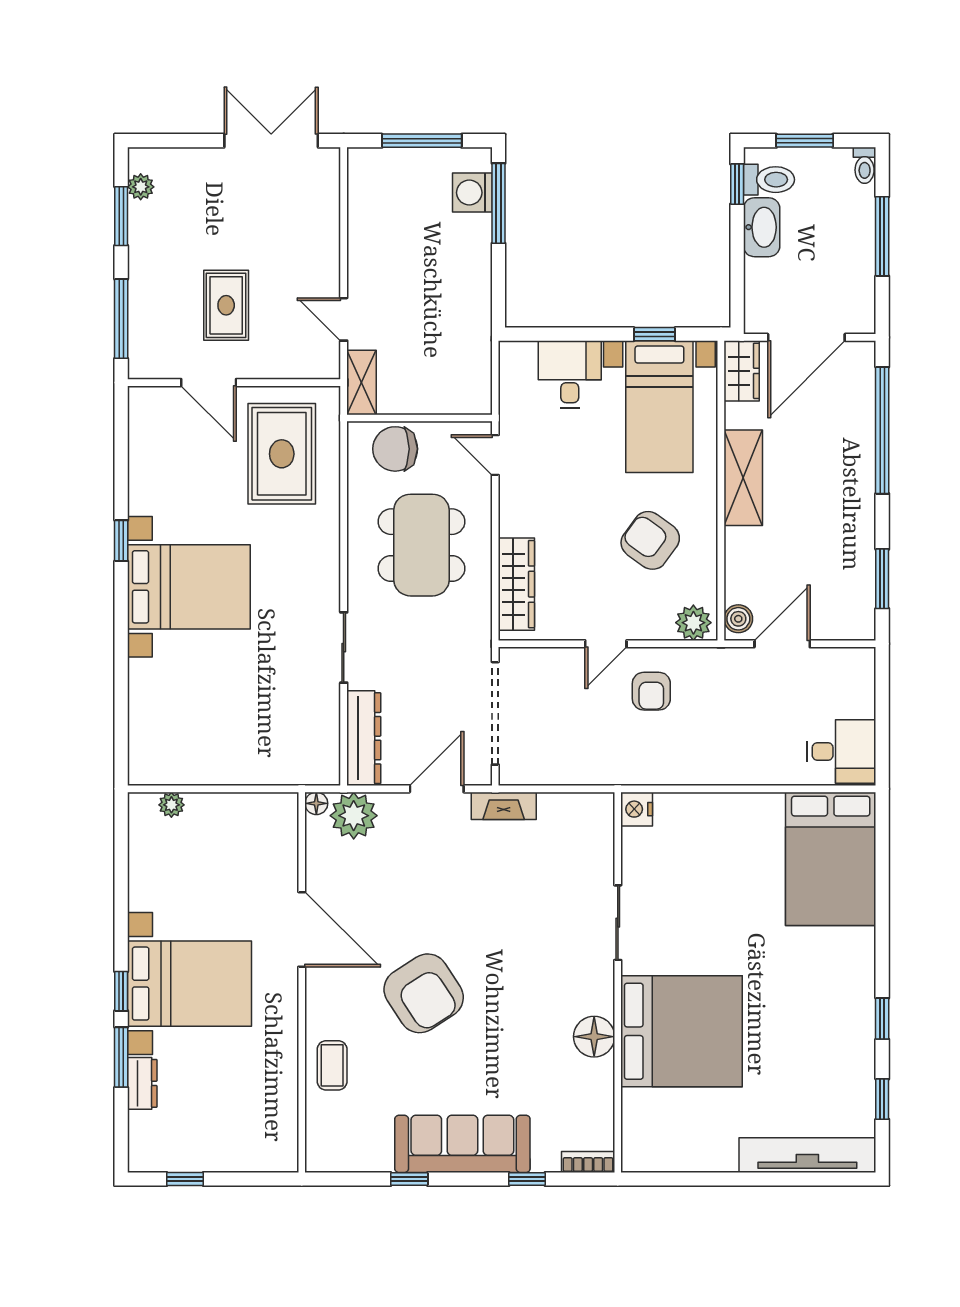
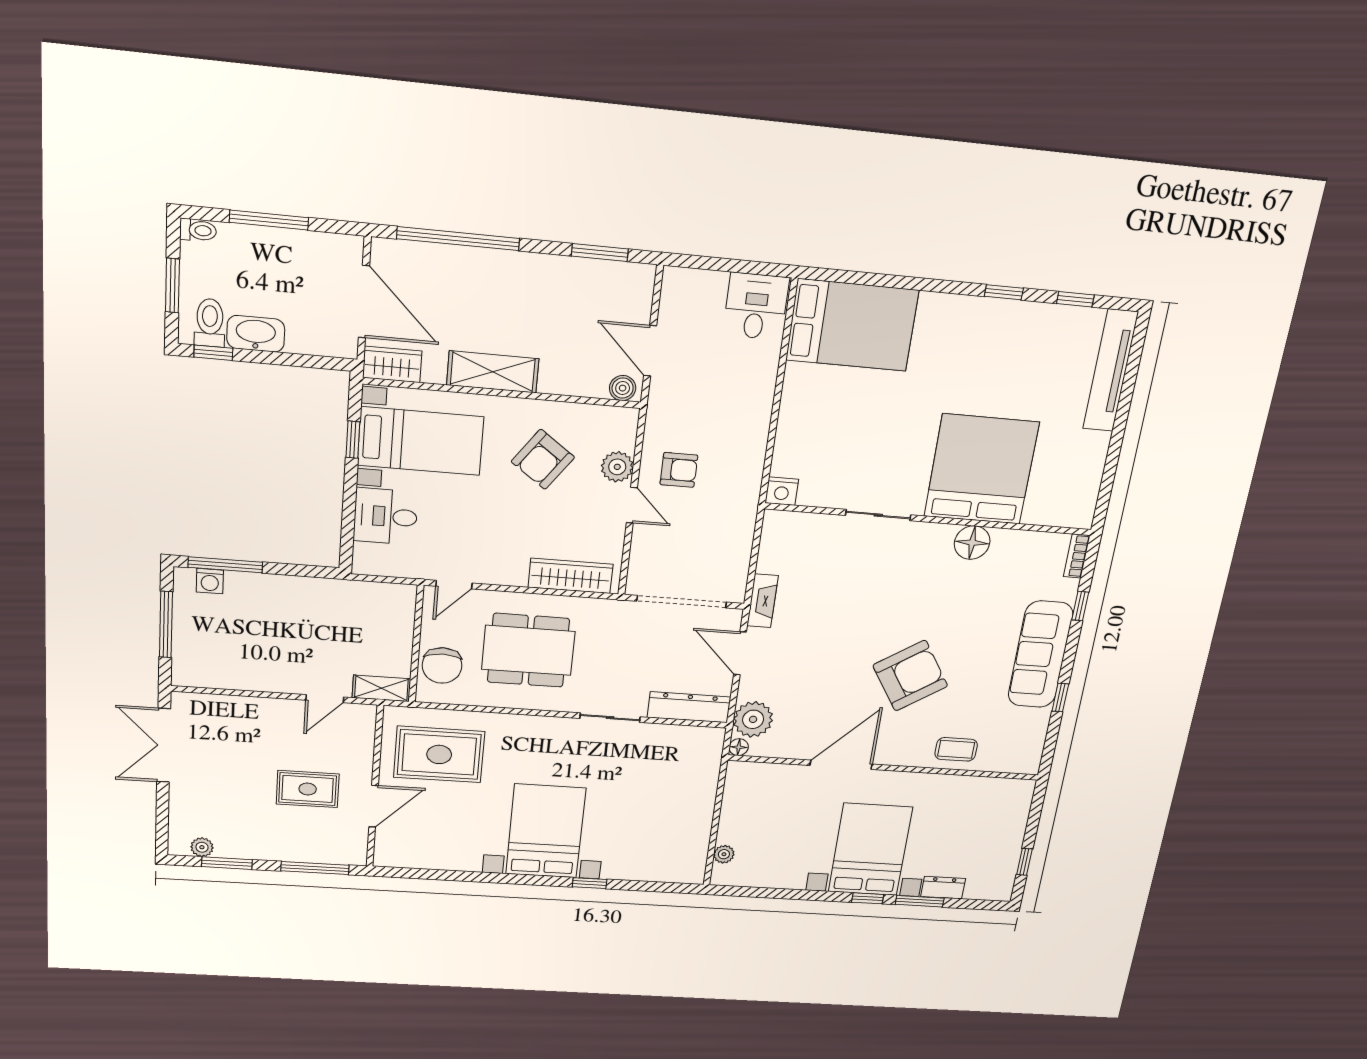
washing machine: (472, 193) -> (210, 581), width x0.73, depth x0.73
window: (121, 541) -> (590, 883), moved
plant: (693, 623) -> (617, 467), moved

